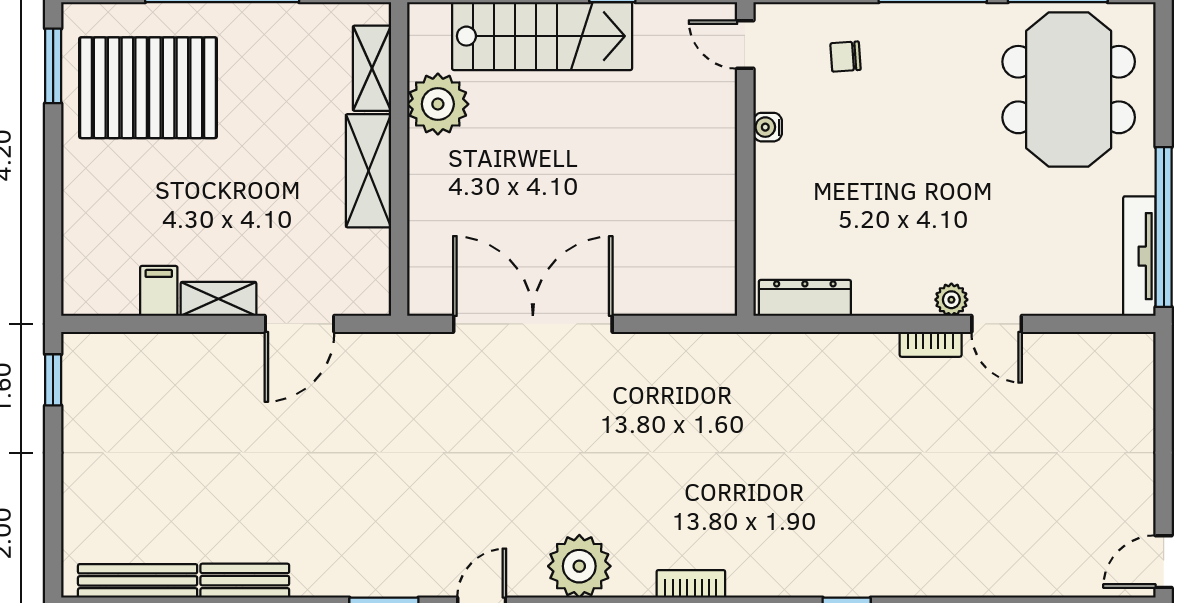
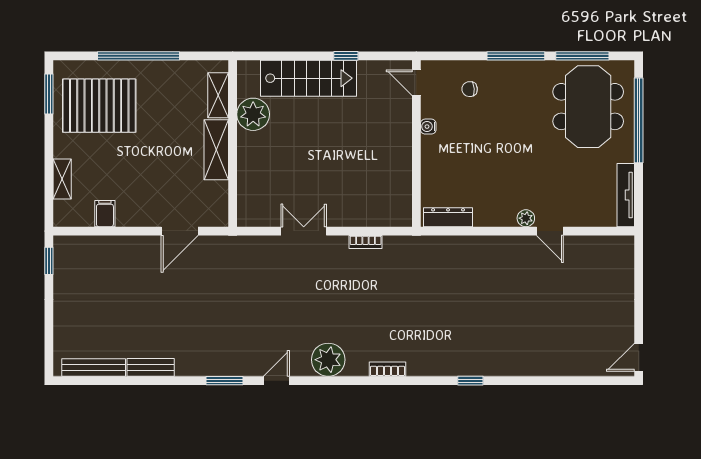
window: (1164, 227) -> (639, 120), moved
shelving: (219, 299) -> (62, 179), moved, turned 90
double door: (533, 324) -> (304, 231), width x0.54
bookcase: (931, 344) -> (366, 242), moved

